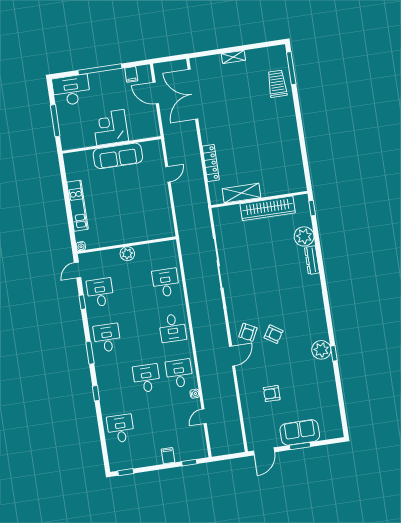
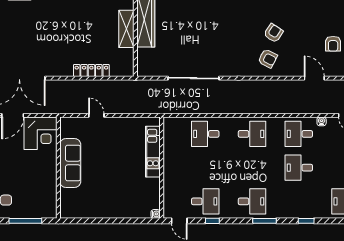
corner desk: (110, 127) -> (40, 133), moved, turned -90
shelving: (242, 193) -> (126, 29), moved
kitchen unit: (78, 206) -> (153, 152), moved, turned -90
plant: (127, 254) -> (170, 168), removed
desk: (100, 292) -> (205, 201), turned 180
desk: (107, 338) -> (252, 201), turned 180
door: (232, 356) -> (314, 78), moved

